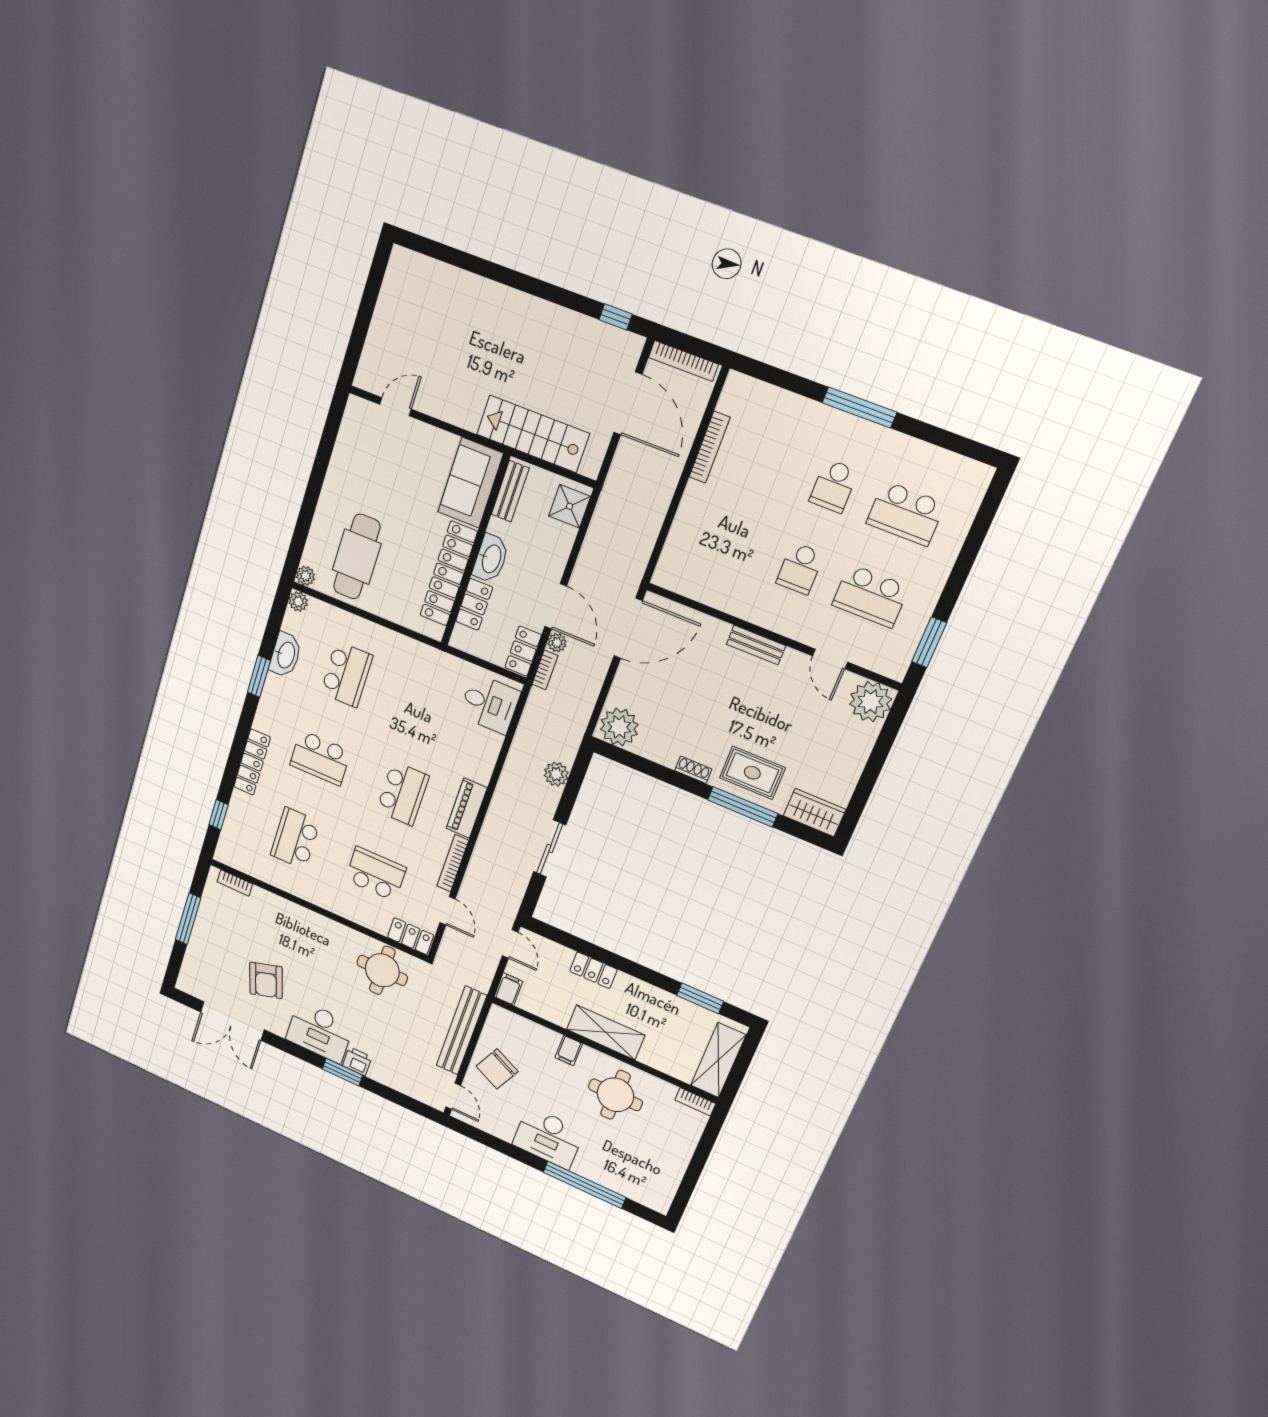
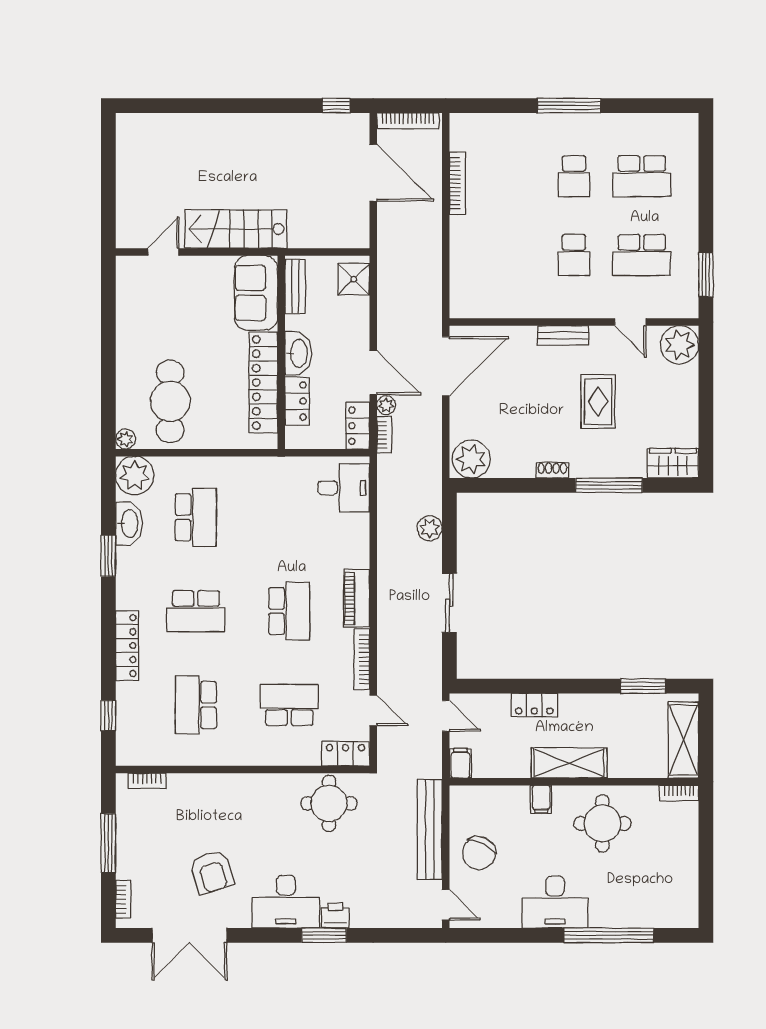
stairs: (533, 434) -> (236, 229), moved
plant: (298, 602) -> (135, 475), width x1.87, depth x1.87
rug: (752, 773) -> (598, 402), moved, turned 90
bookcase: (187, 968) -> (123, 899), added

